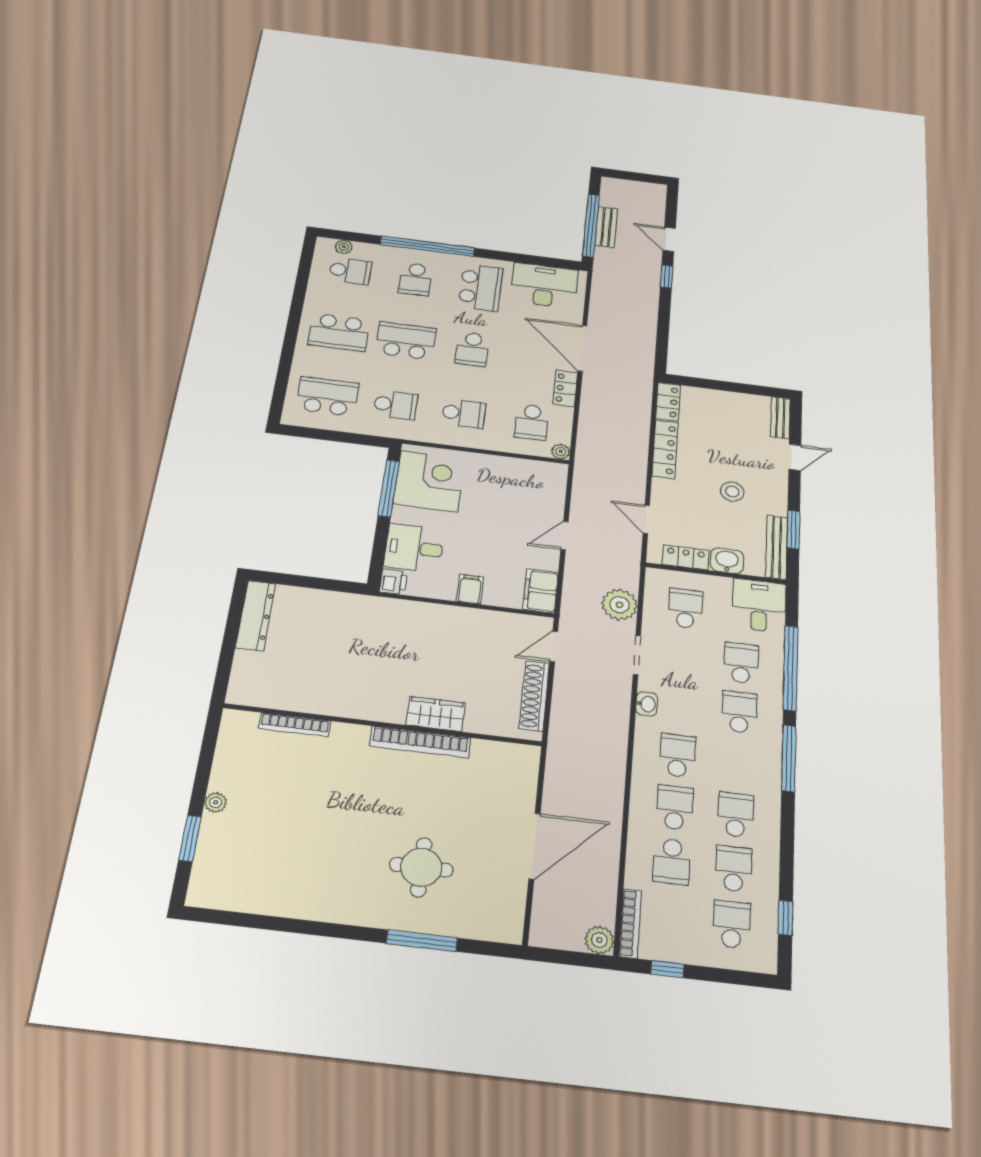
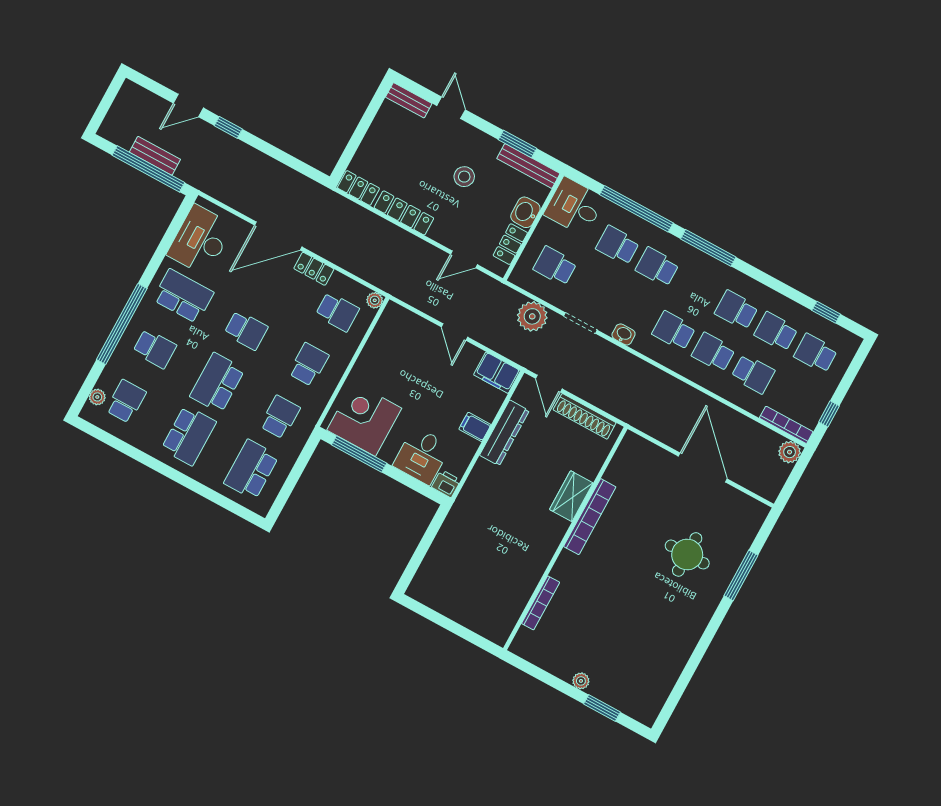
dresser: (256, 616) -> (504, 433), moved, turned 90

